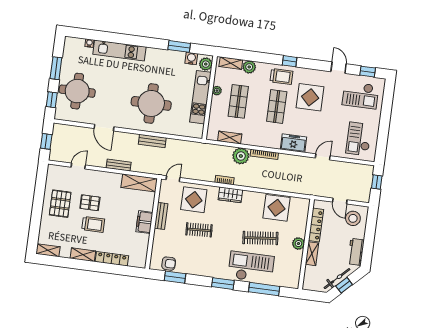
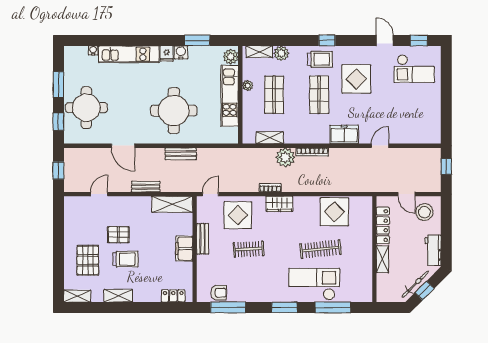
fridge: (152, 54) -> (167, 54), added
water cooler: (191, 58) -> (181, 52), moved
checkout: (359, 139) -> (419, 119), removed
pallet: (60, 204) -> (88, 260), moved
plant: (298, 244) -> (365, 250), removed
locker: (112, 259) -> (173, 296), moved, width x0.66
window: (175, 277) -> (228, 307), width x1.44

